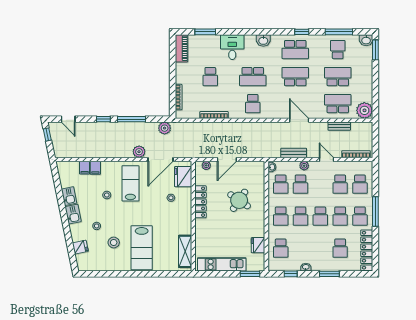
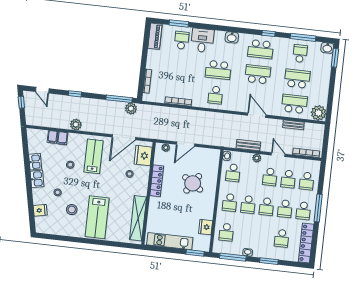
school desk: (210, 77) -> (182, 40), moved, turned 180
window: (132, 119) -> (119, 99), moved
plant: (139, 152) -> (76, 125), moved
school desk: (301, 184) -> (270, 177), moved
shelving: (185, 251) -> (138, 218), width x1.47
window: (291, 274) -> (233, 257), width x2.17

